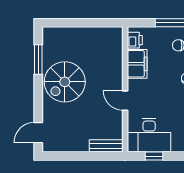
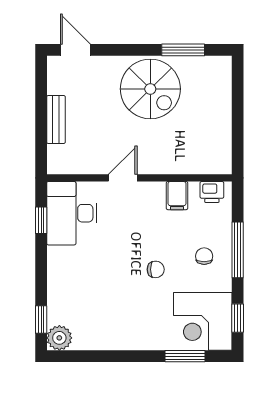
filing cabinet: (137, 64) -> (177, 196), width x0.50
spiral stairs: (65, 82) -> (150, 89), turned 180
bench: (106, 146) -> (56, 119), moved

